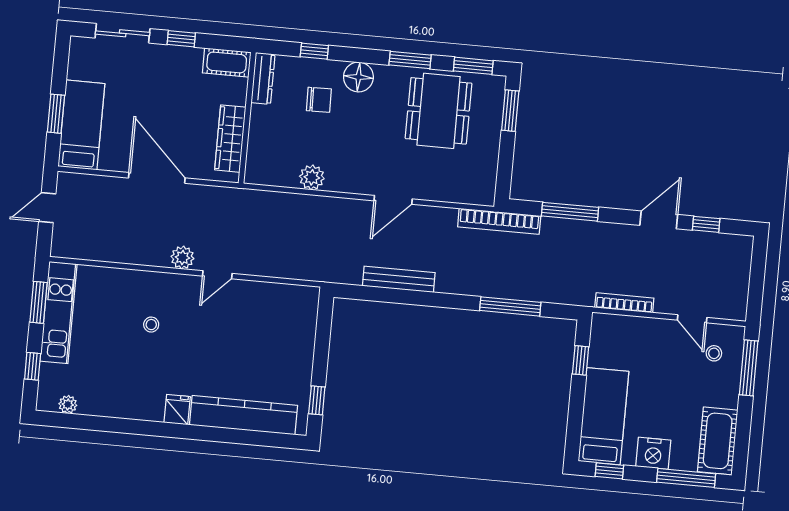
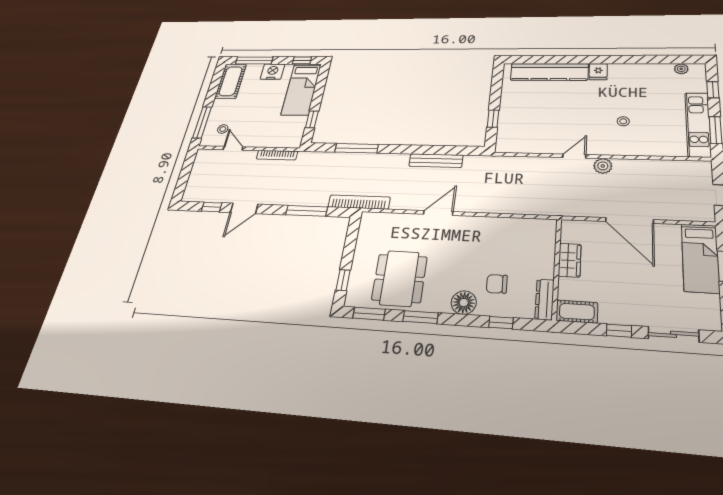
window: (510, 111) -> (343, 280), width x0.67
wardrobe: (230, 139) -> (570, 260), width x0.67
plant: (312, 177) -> (502, 226), removed
window: (317, 400) -> (493, 119), moved

